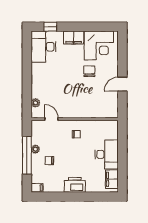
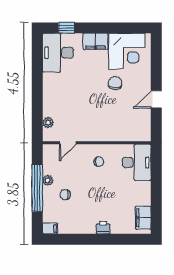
door: (51, 119) -> (68, 143), swing flipped
desk: (107, 154) -> (137, 162), moved
printer: (75, 185) -> (103, 228), width x0.53, depth x0.68

